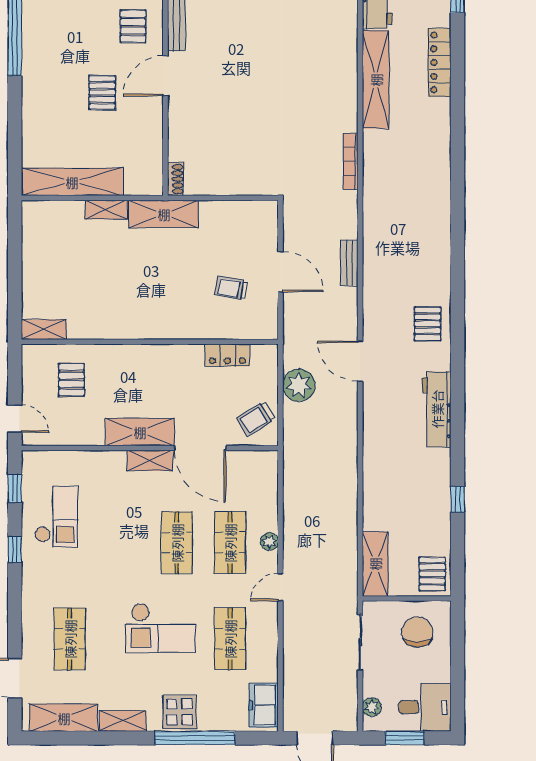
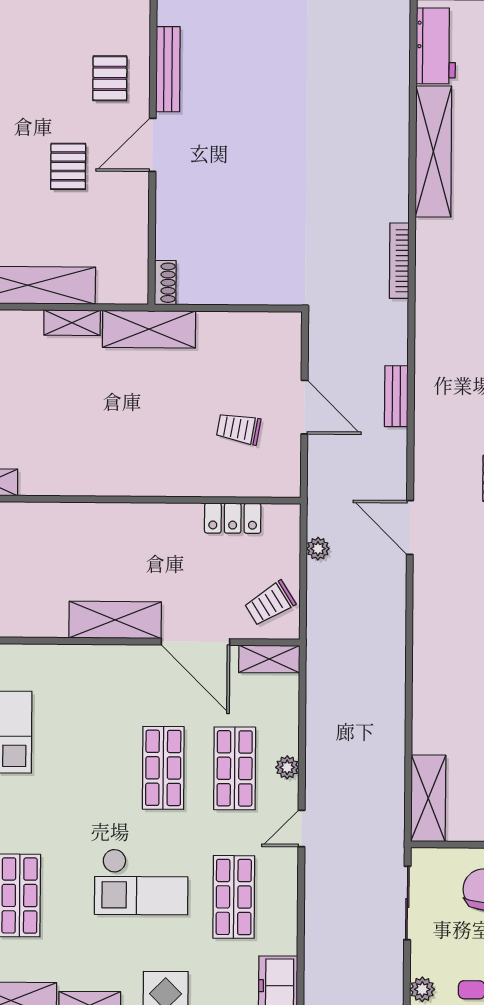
pallet: (71, 380) -> (24, 550), removed
plant: (299, 385) -> (318, 549), width x0.53, depth x0.53
shelving: (150, 460) -> (269, 659), moved

